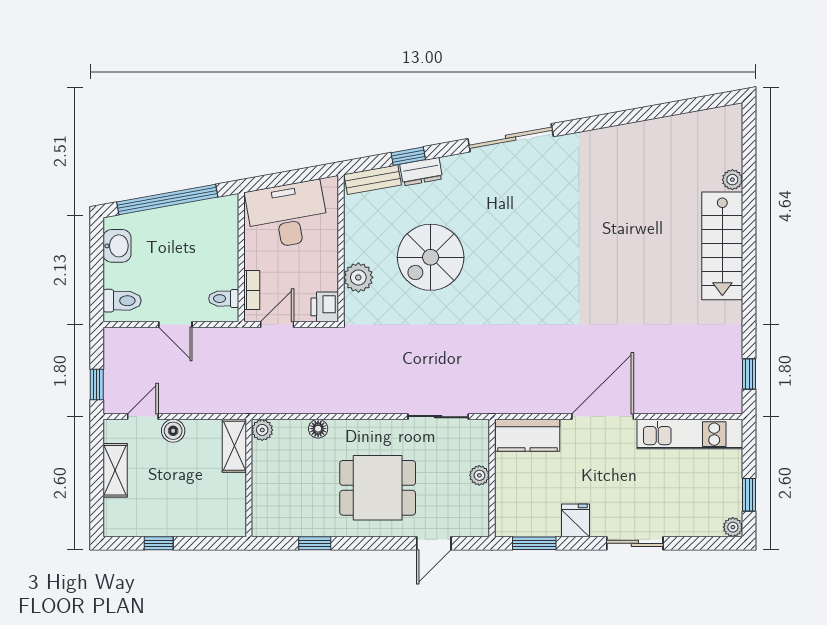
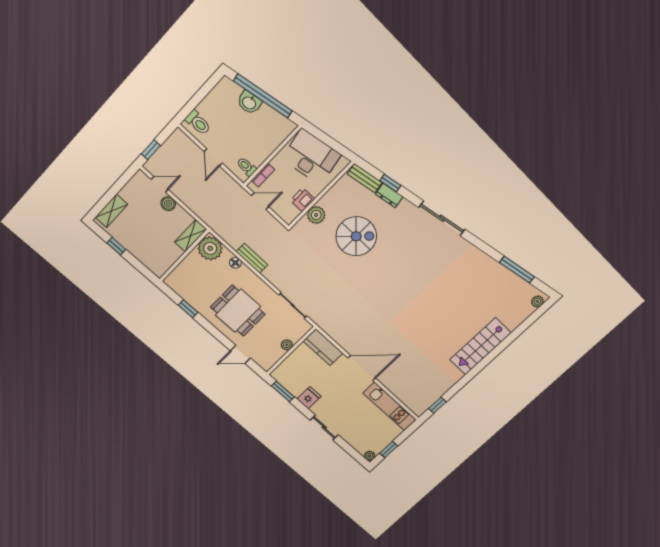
window: (665, 110) -> (517, 270), added
plant: (732, 180) -> (537, 301), moved
washbasin: (117, 246) -> (249, 103), moved, turned 80
spiral stairs: (431, 257) -> (356, 236), turned 180
printer: (325, 307) -> (302, 200), moved
bench: (333, 404) -> (252, 258), added
plant: (262, 430) -> (210, 248), width x1.88, depth x1.88
shelving: (115, 470) -> (111, 211), moved

